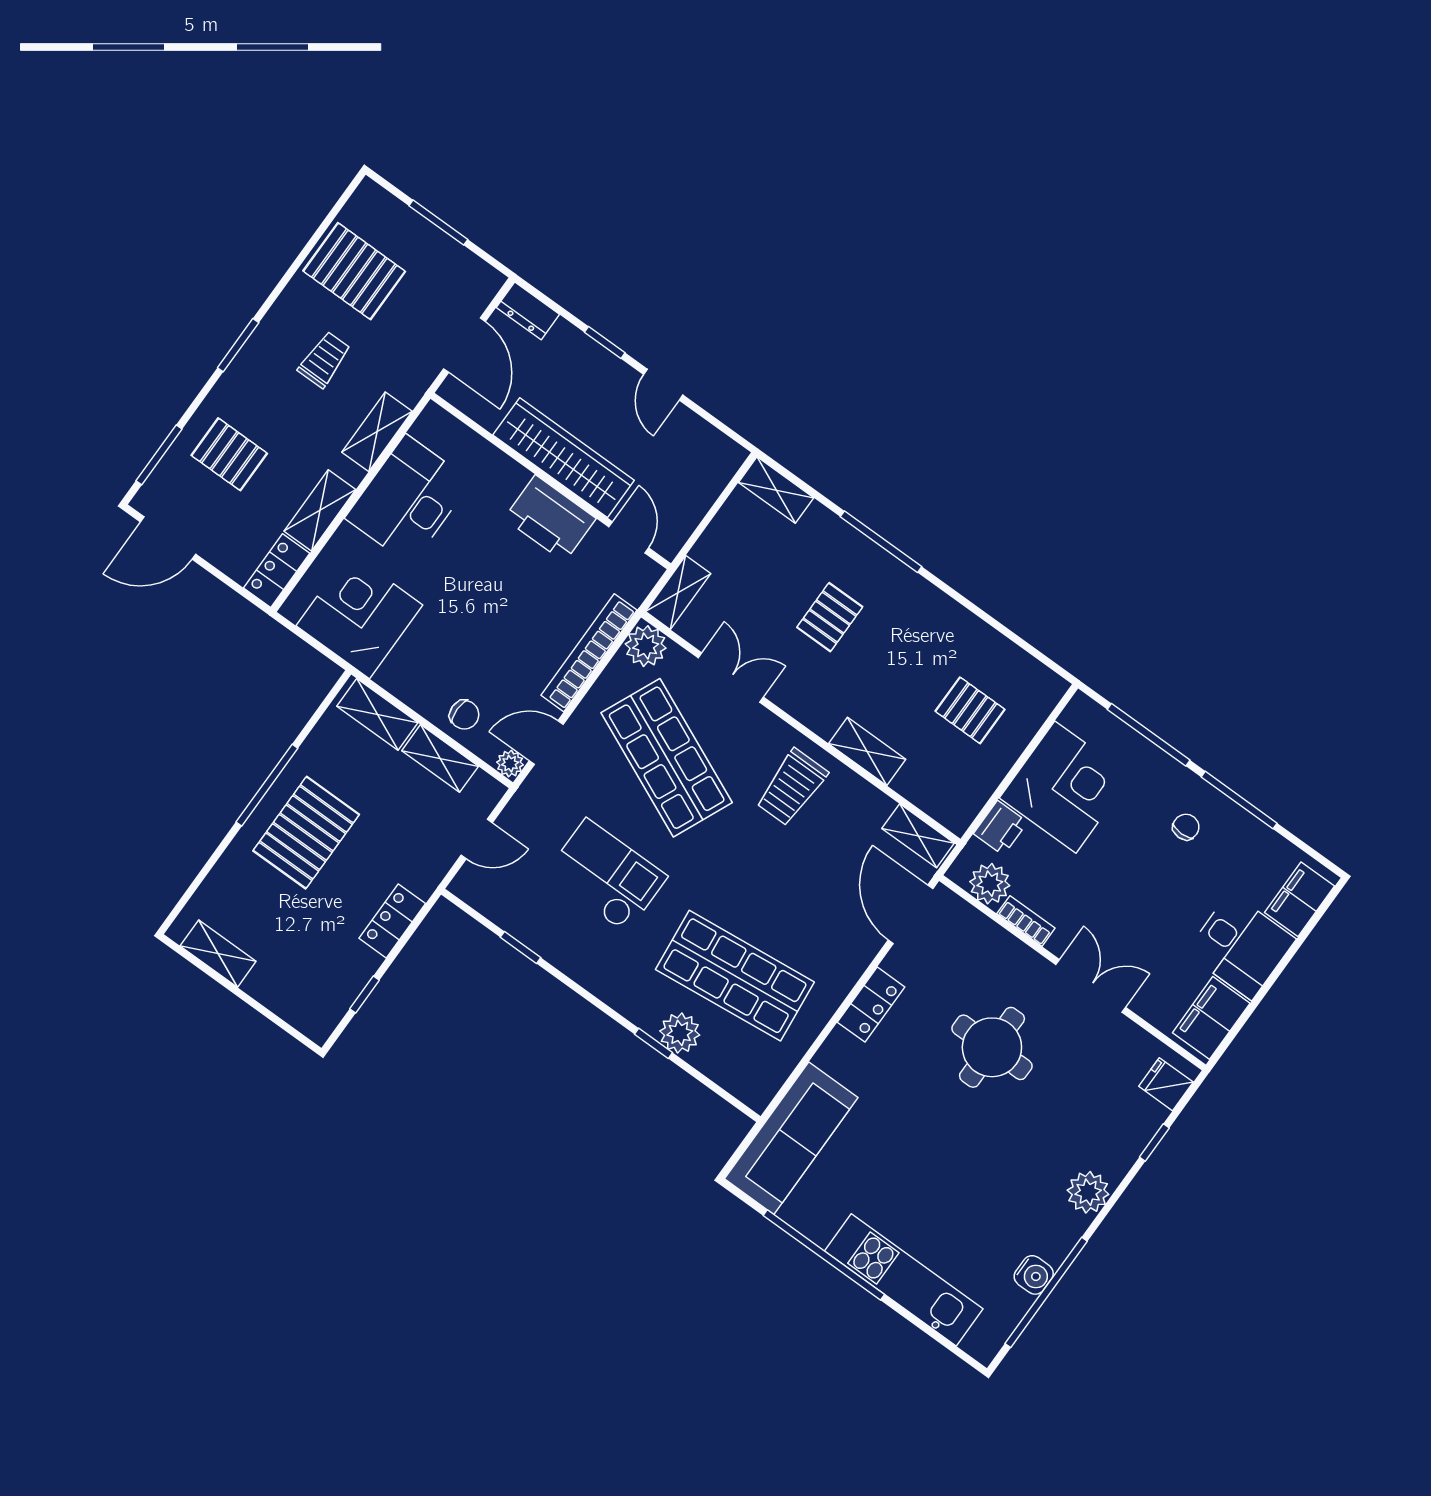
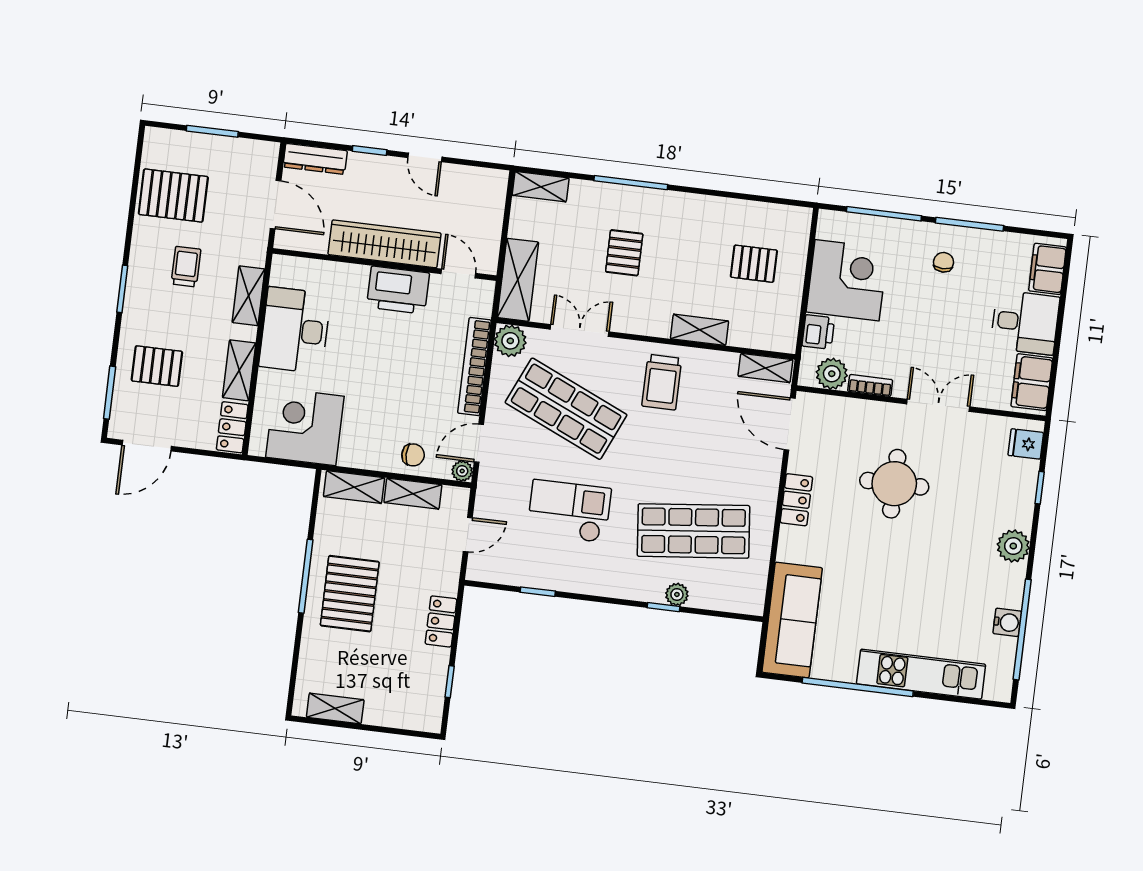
dresser: (528, 311) -> (315, 159), width x1.44
shelving: (678, 592) -> (518, 280), width x1.50, depth x1.33
plant: (680, 1033) -> (677, 594), width x0.73, depth x0.73

